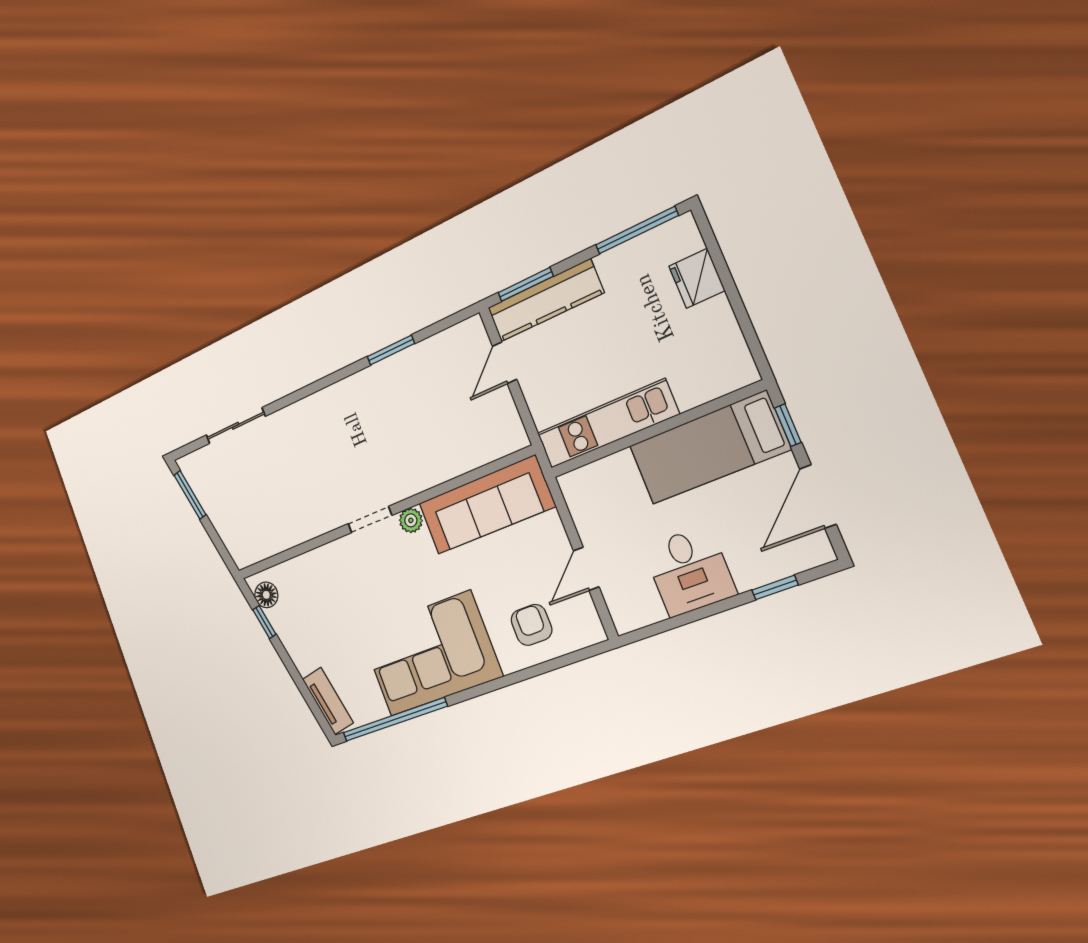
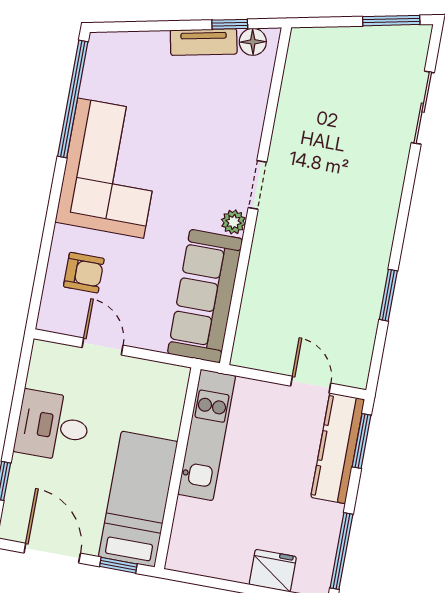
tv unit: (328, 701) -> (204, 42), moved

